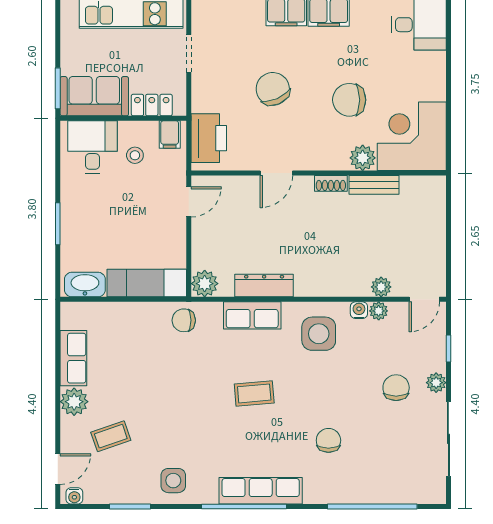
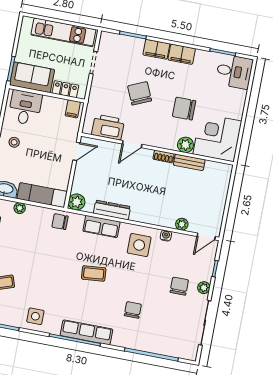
printer: (209, 138) -> (108, 127), moved, turned -90
stool: (135, 155) -> (14, 142), moved
plant: (379, 311) -> (20, 208), moved

